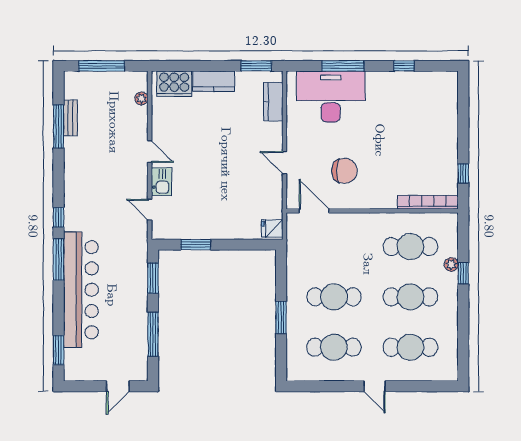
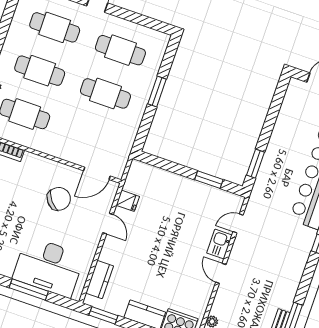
chair: (344, 171) -> (59, 199), turned 141
door: (150, 210) -> (238, 223), swing flipped
door: (314, 211) -> (97, 173), hinge flipped
fridge: (272, 228) -> (128, 201), moved
window: (153, 334) -> (272, 115), removed

